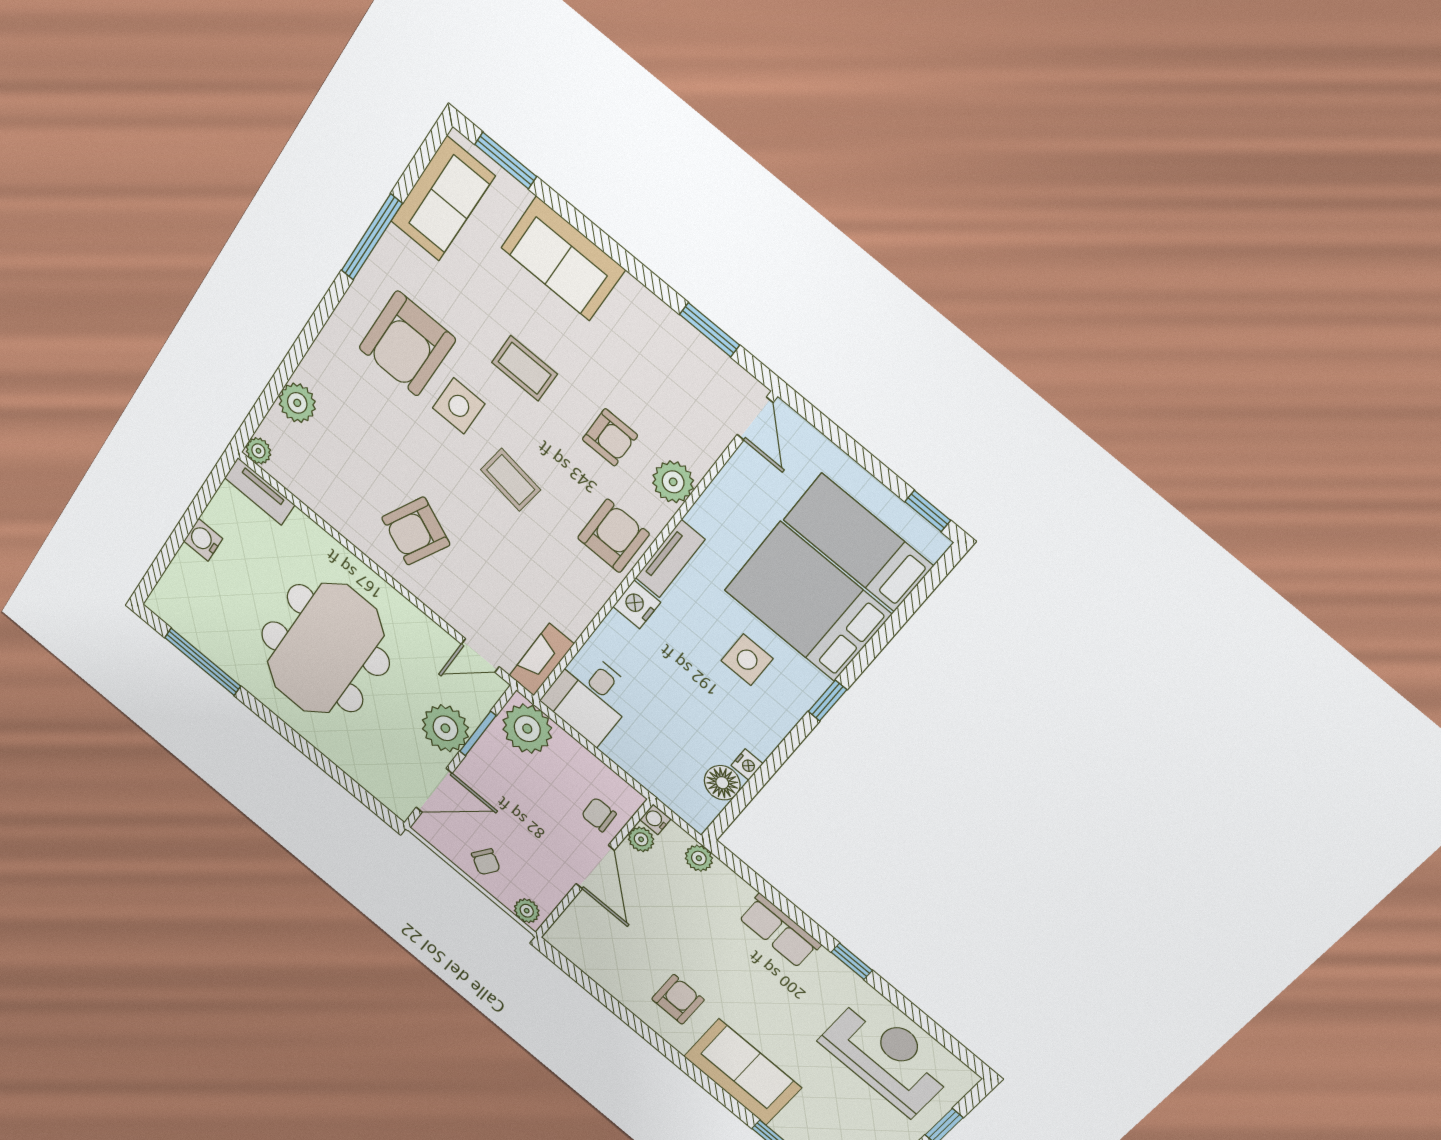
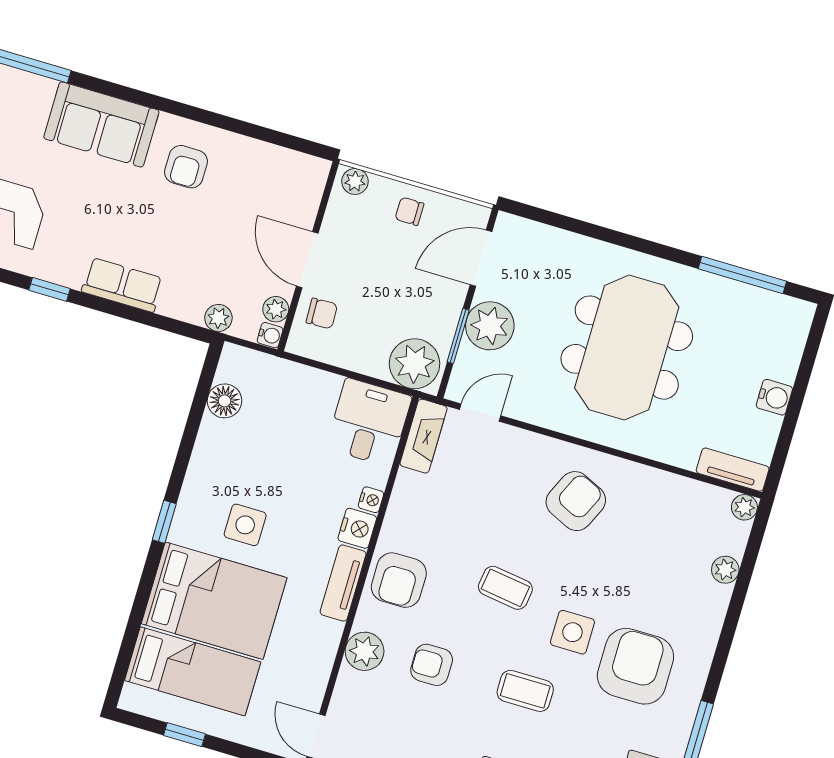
plant: (297, 403) -> (725, 570), width x0.73, depth x0.73
window: (928, 511) -> (185, 735), moved
nightstand: (747, 764) -> (371, 500), moved, turned 180
chair: (486, 862) -> (409, 211), turned -33

